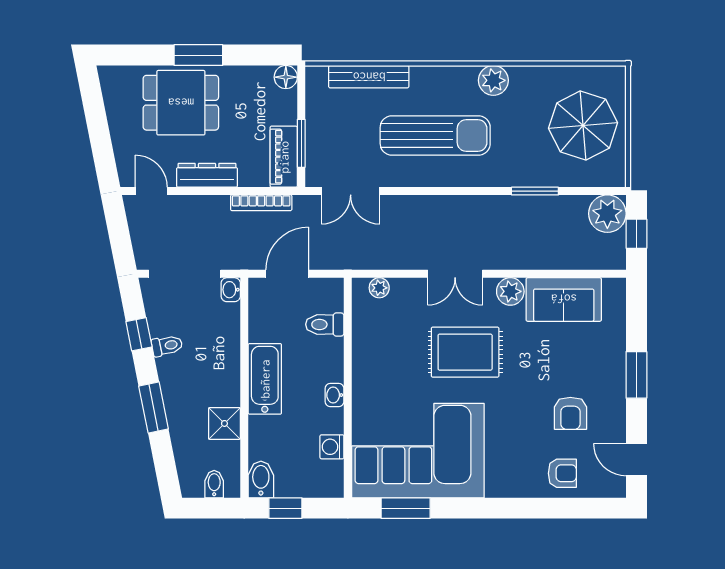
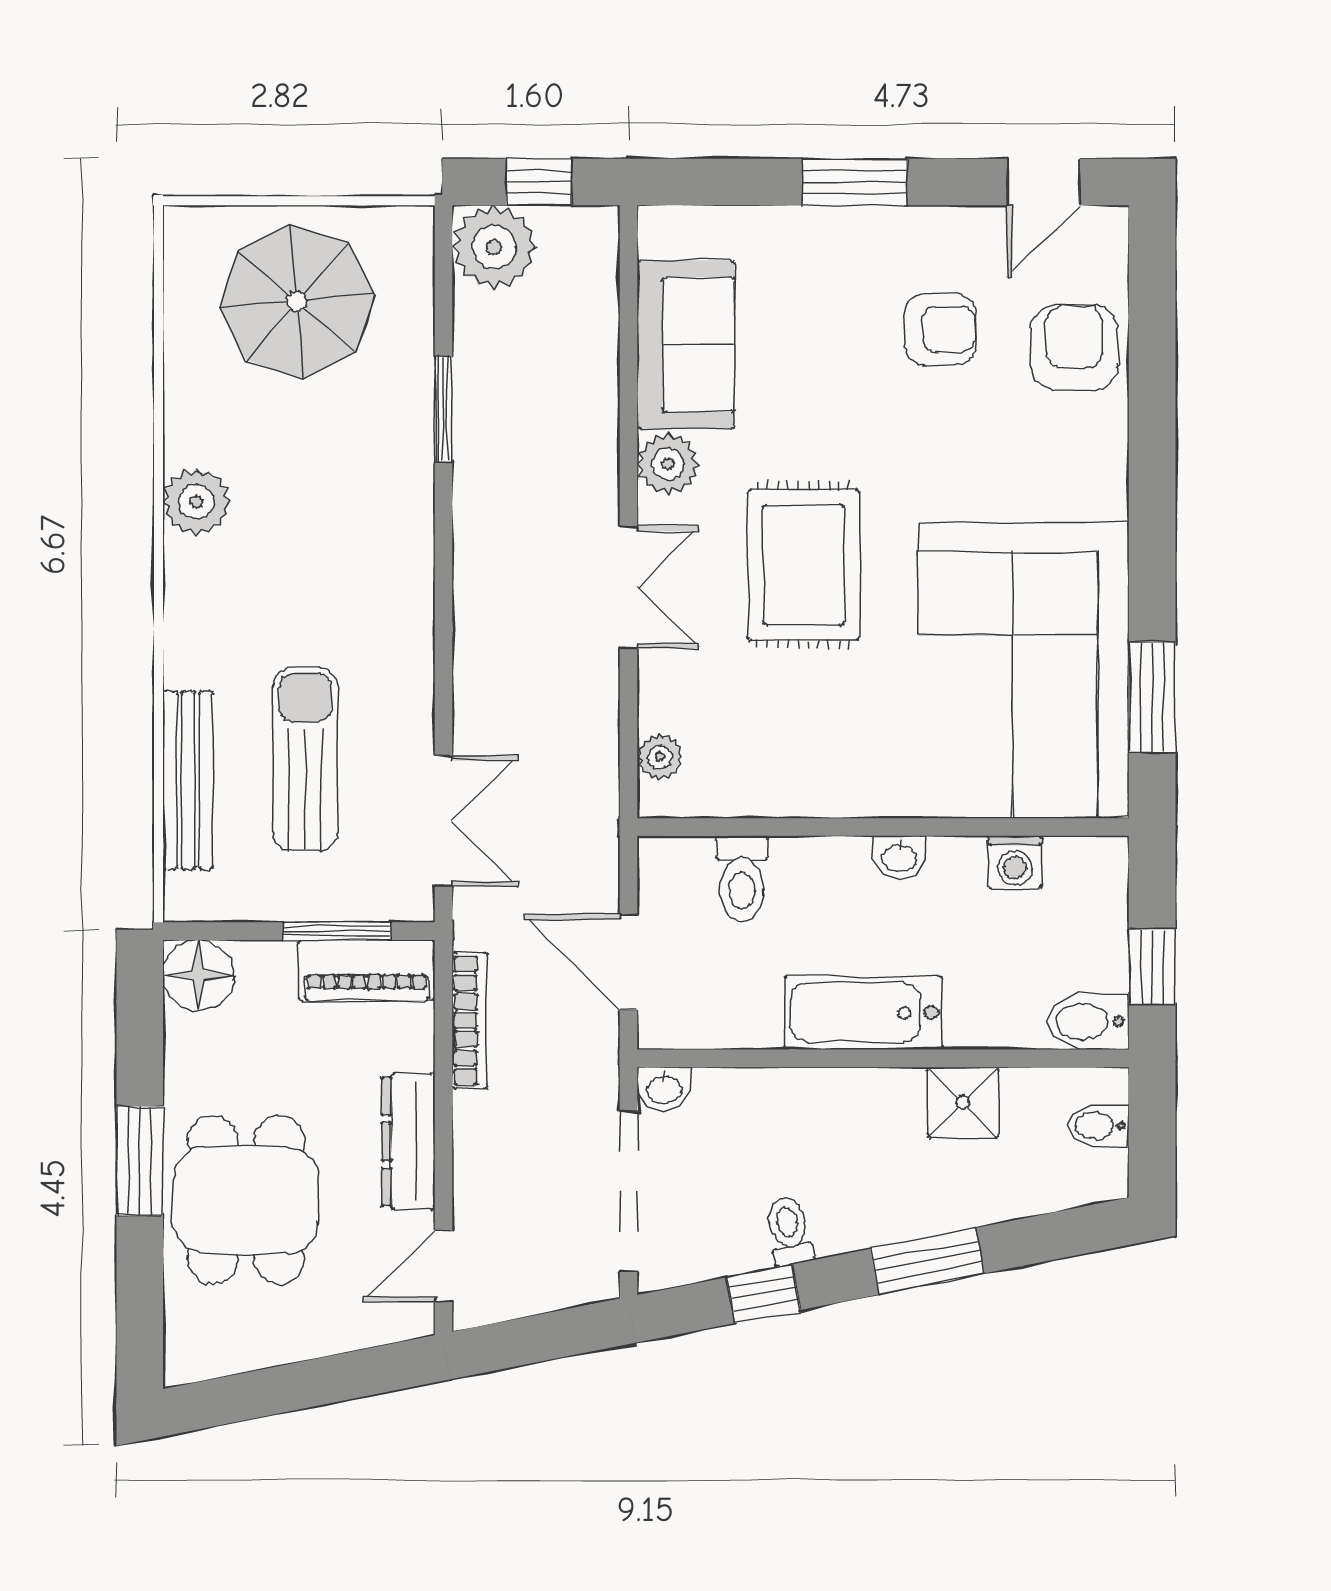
floor lamp: (286, 77) -> (198, 975), width x1.38, depth x1.38
sun lounger: (435, 135) -> (305, 759), moved, width x0.73, depth x0.75
armchair: (562, 473) -> (1074, 348), width x1.38, depth x1.38

